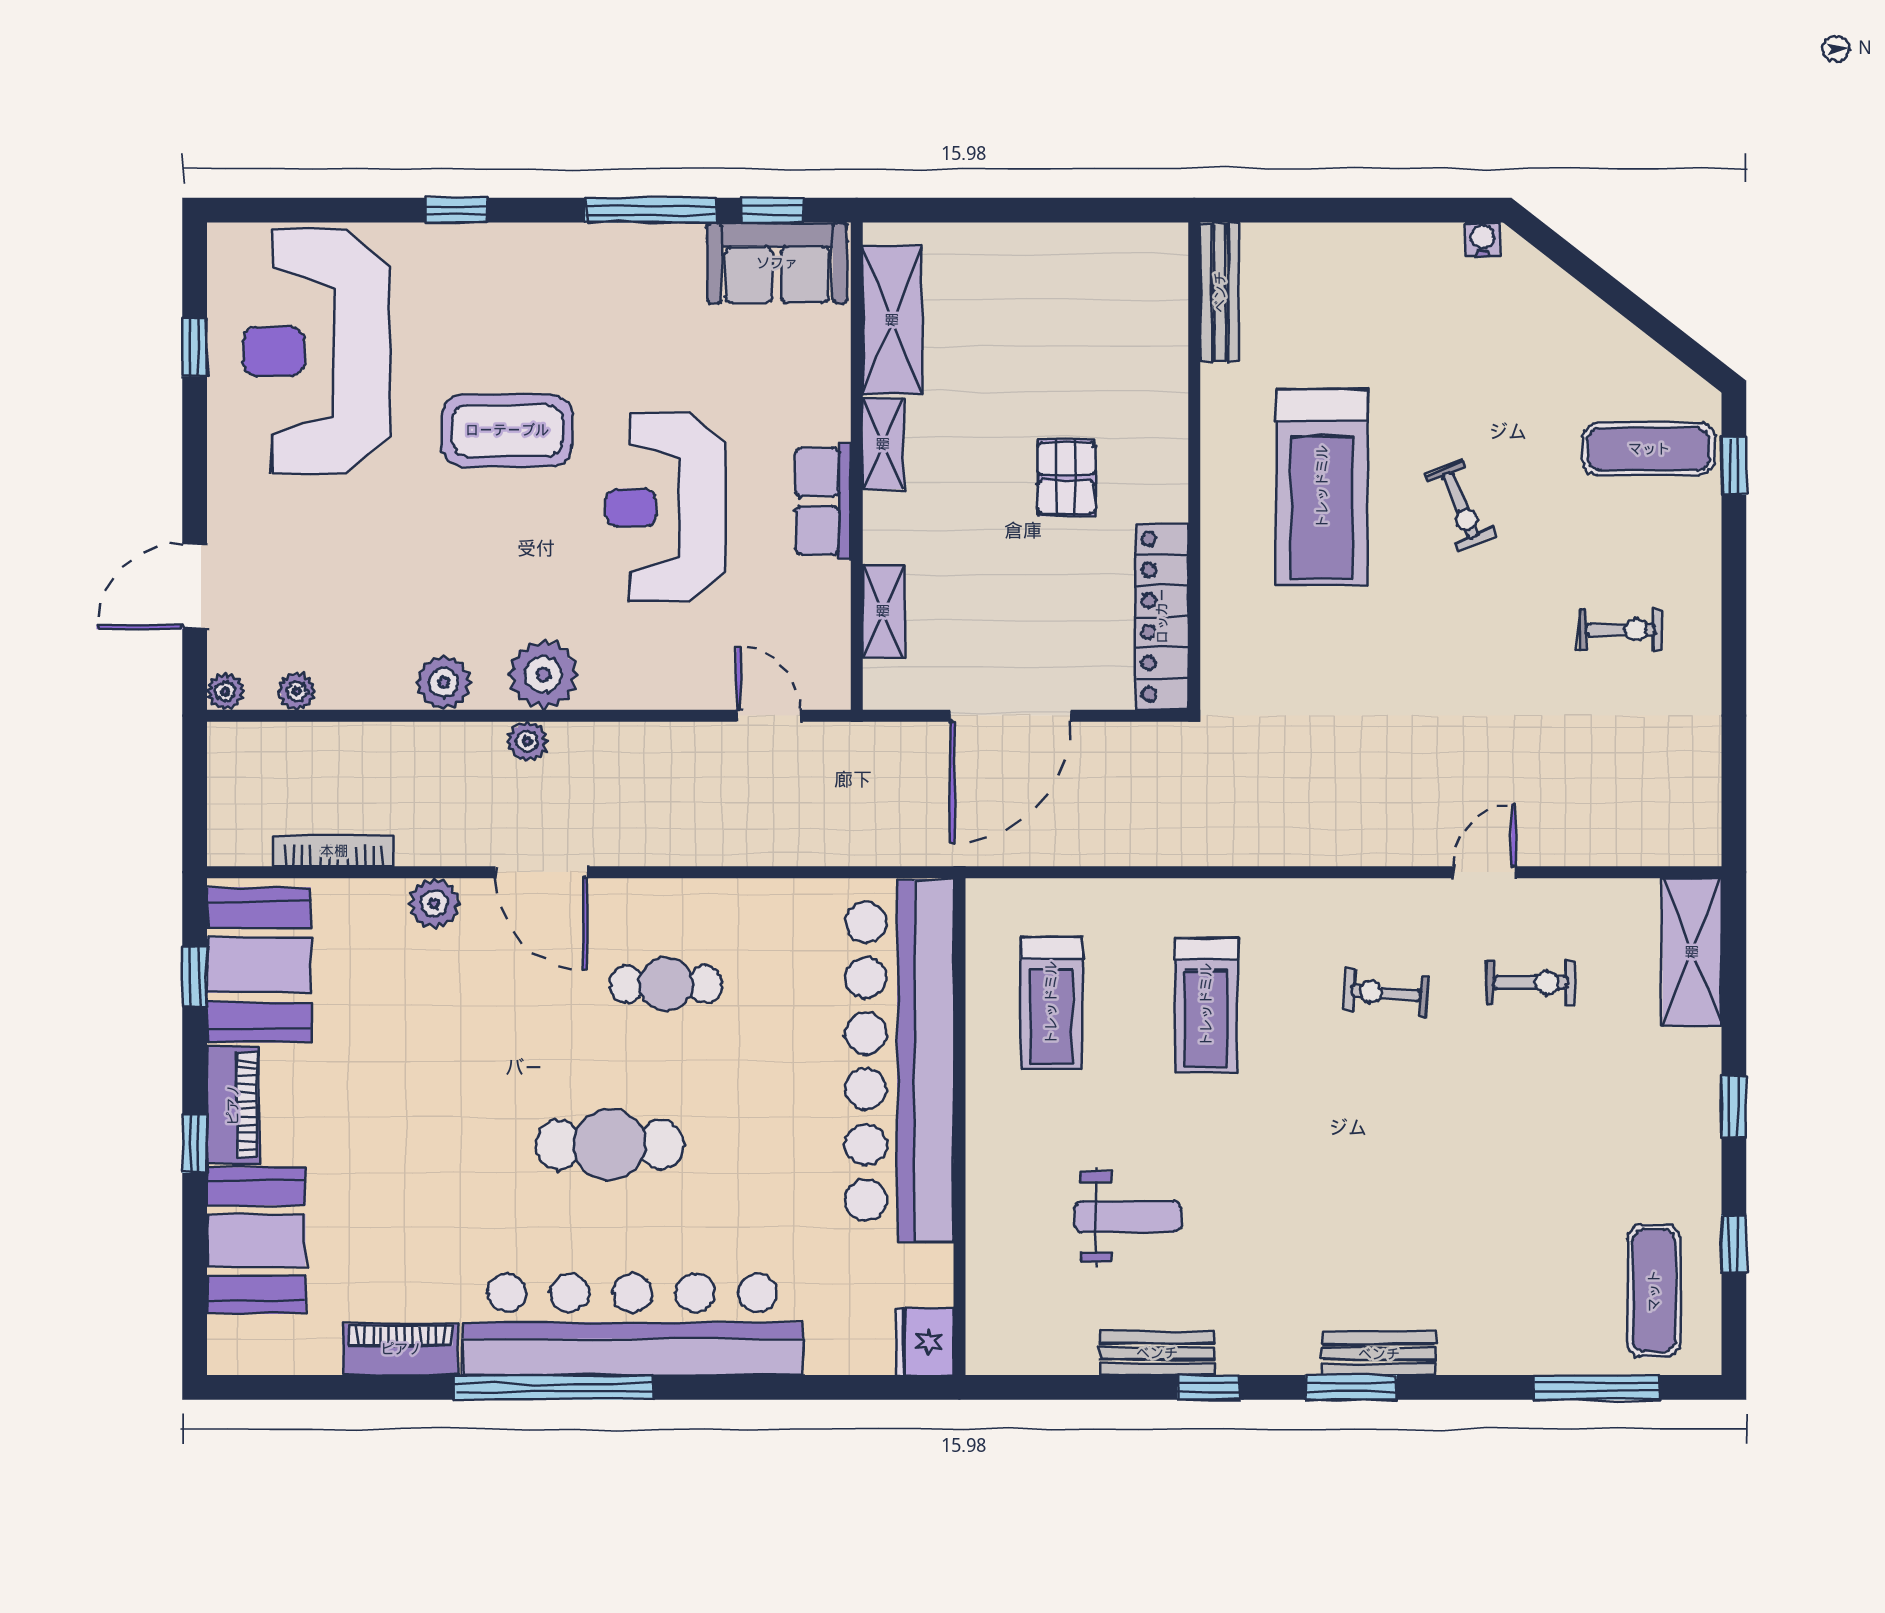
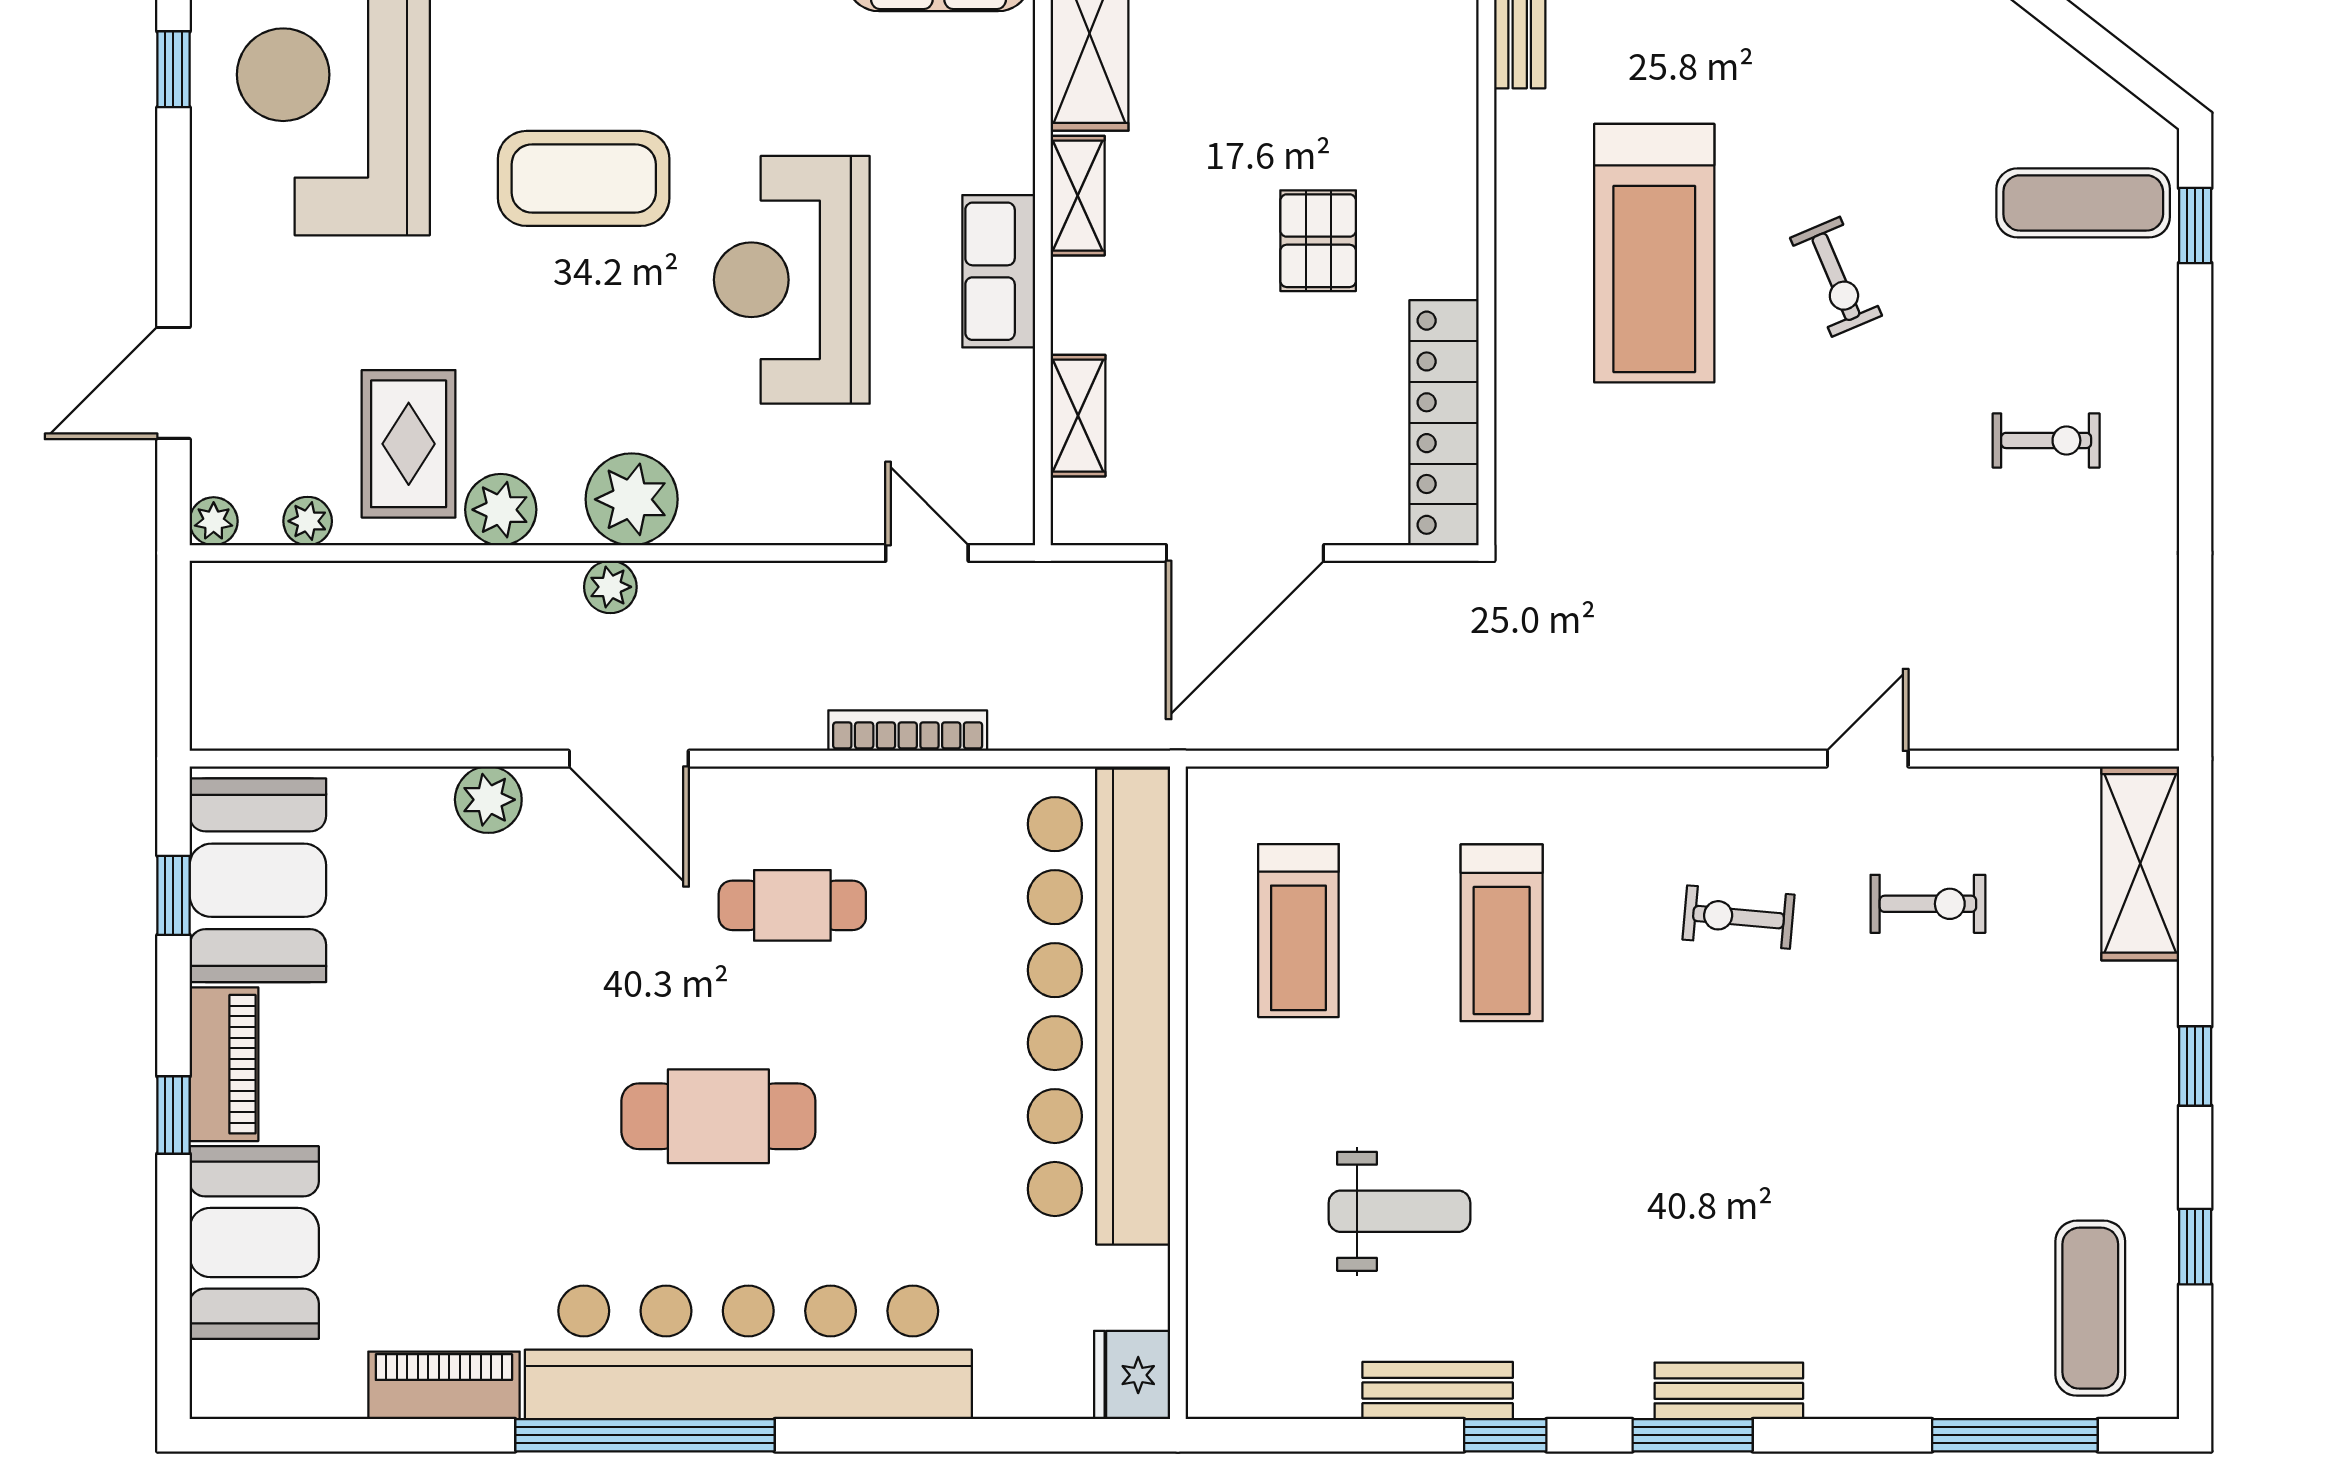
rug: (374, 633) -> (409, 444), added
bookcase: (334, 851) -> (908, 731), moved

